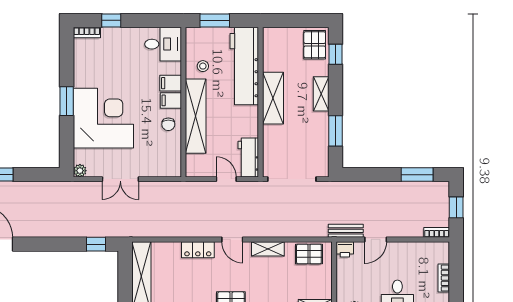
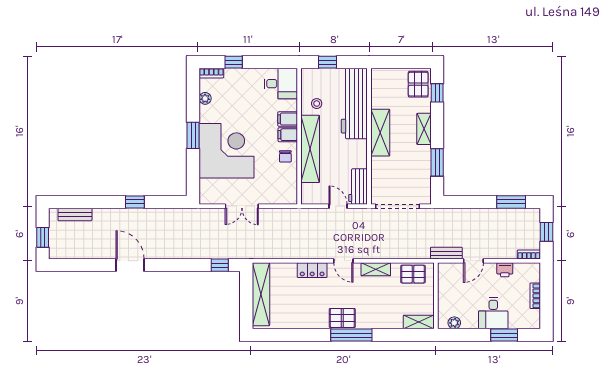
window: (215, 20) -> (328, 62), width x0.67
plant: (80, 171) -> (205, 98), moved
printer: (345, 249) -> (505, 270), moved

